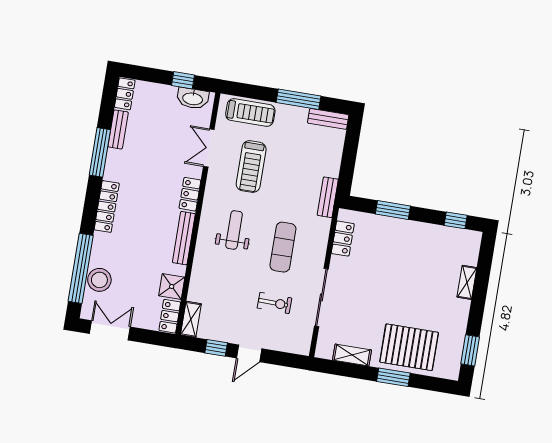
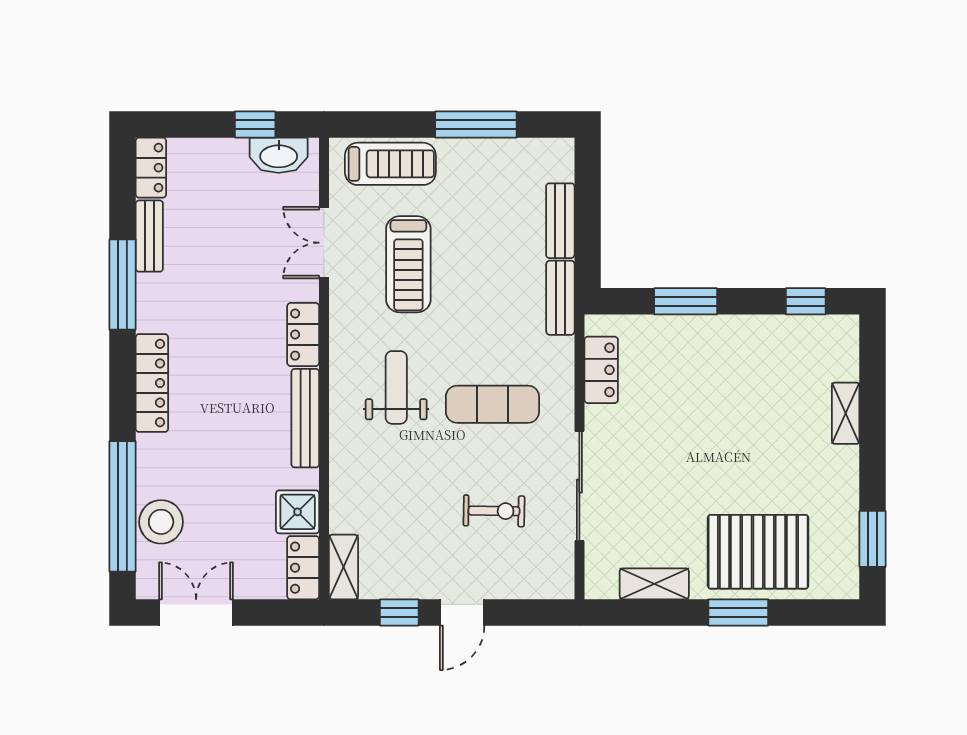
bench: (328, 119) -> (560, 221), moved, turned 90
exercise mat: (283, 247) -> (492, 404), turned 90

